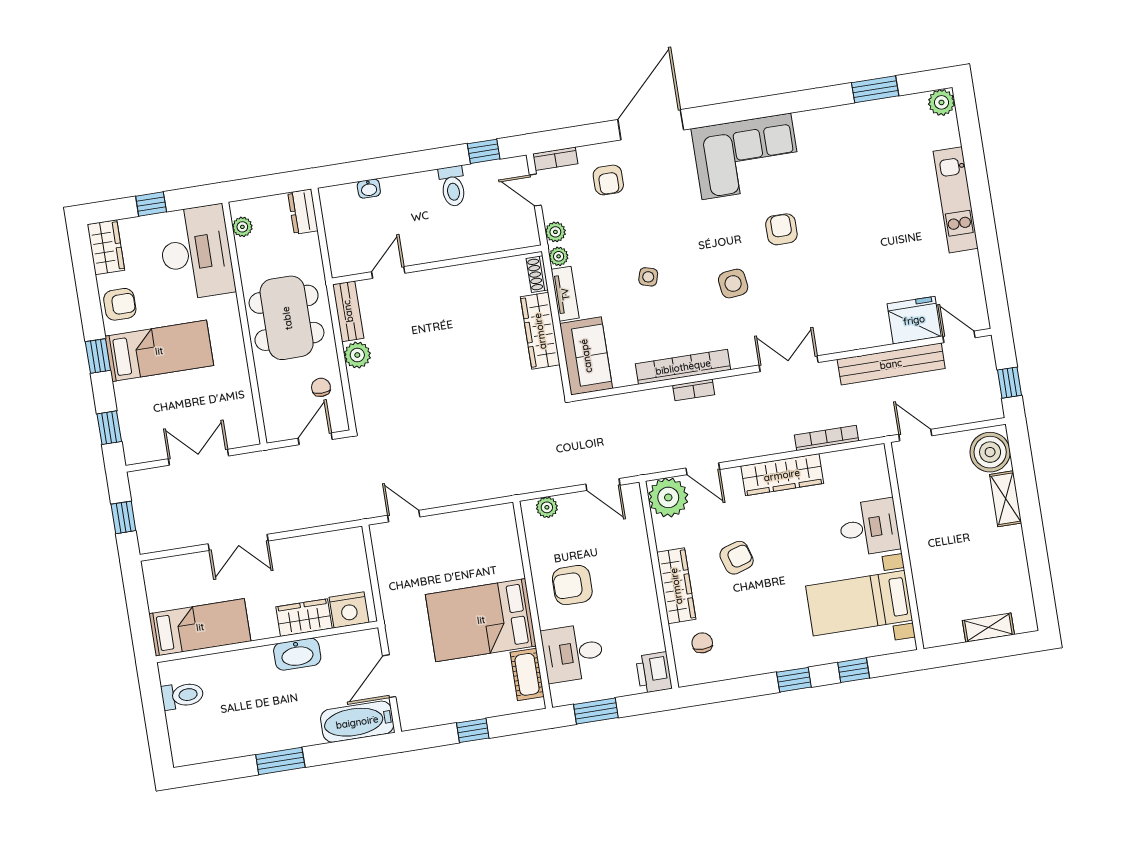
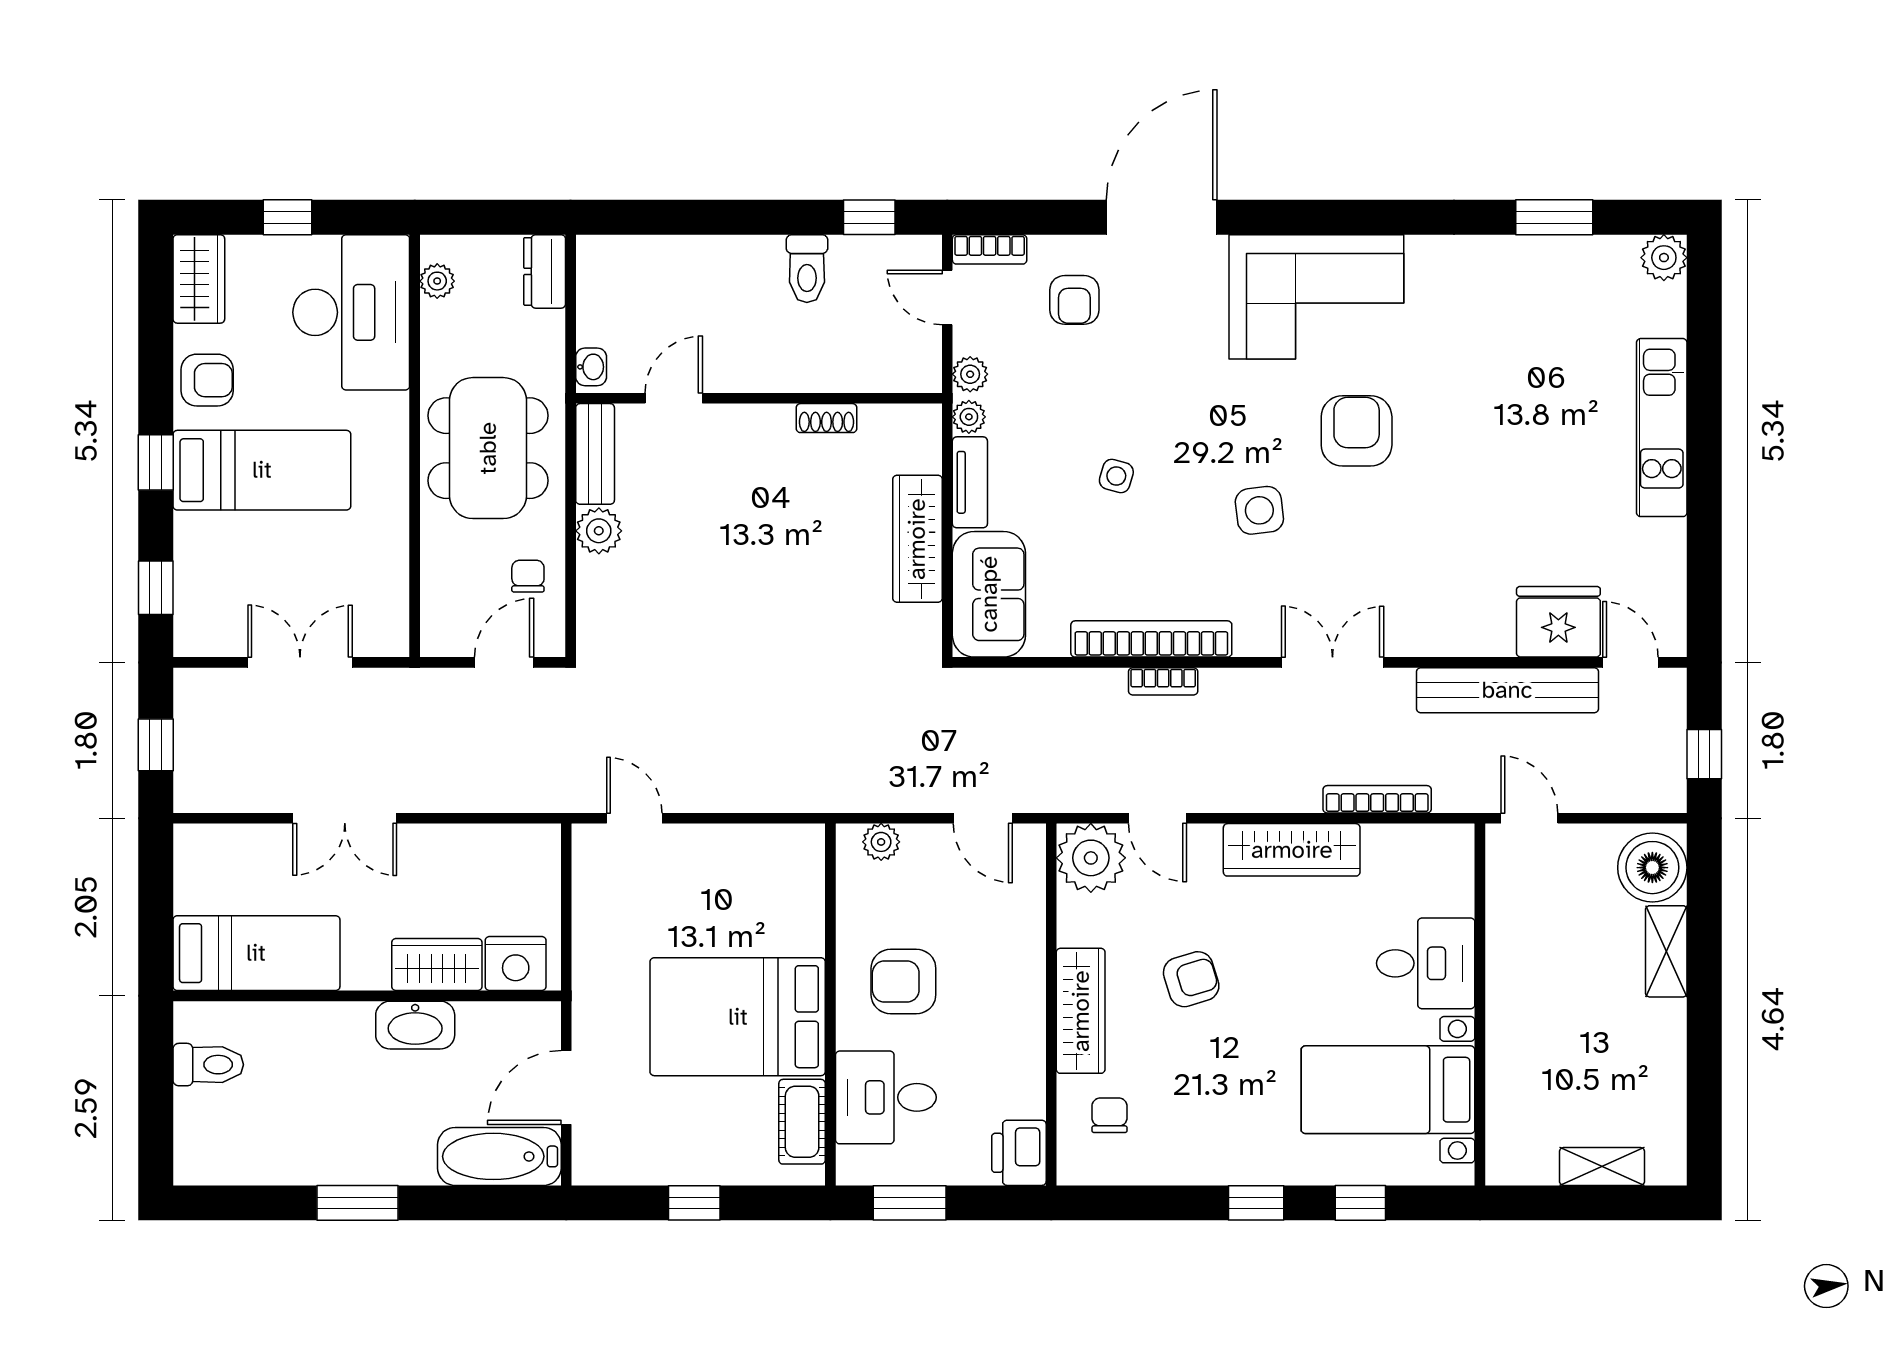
washbasin: (369, 189) -> (591, 367), moved, turned -90
armchair: (781, 229) -> (1357, 431), width x1.38, depth x1.38
shoe rack: (537, 274) -> (827, 418), moved, turned -90

